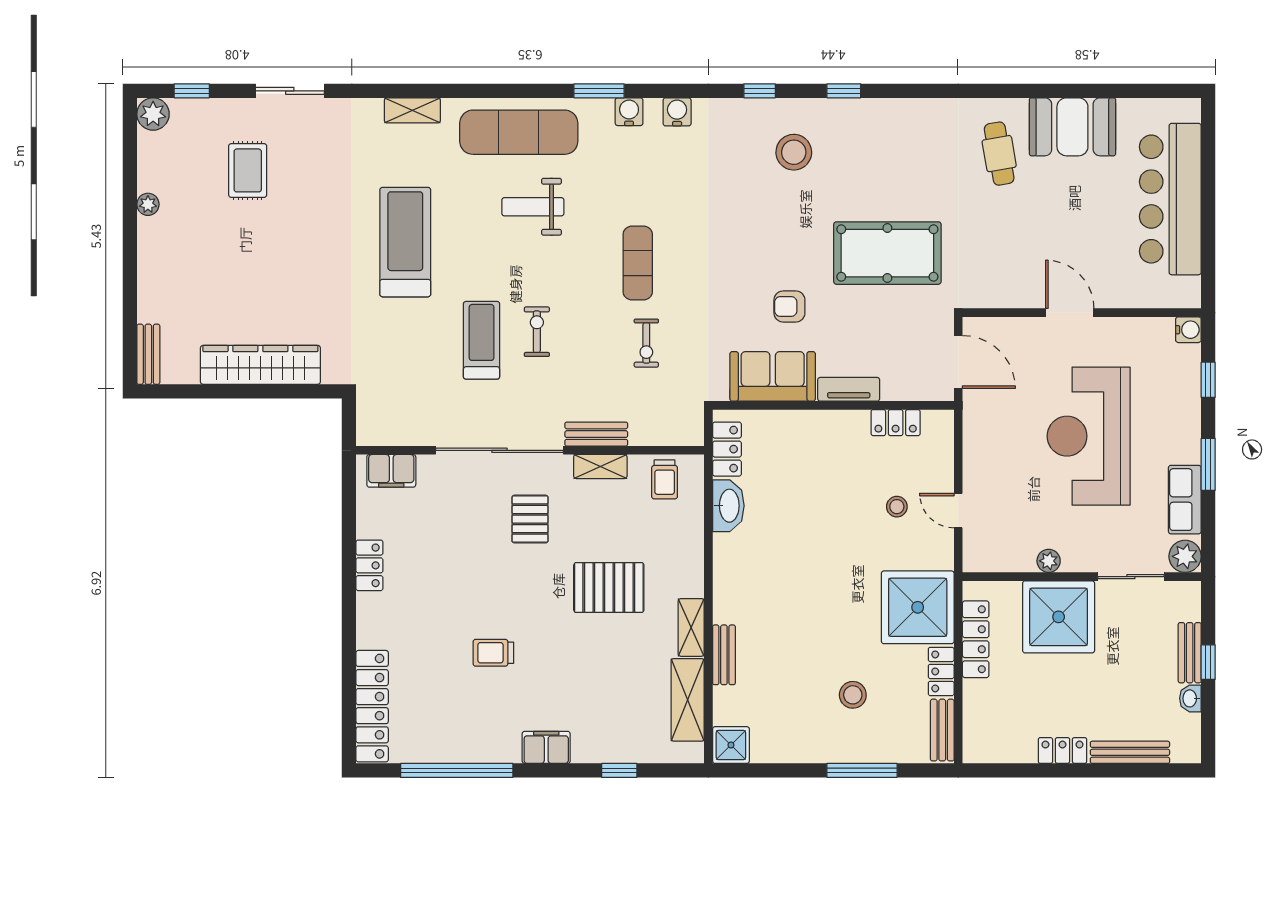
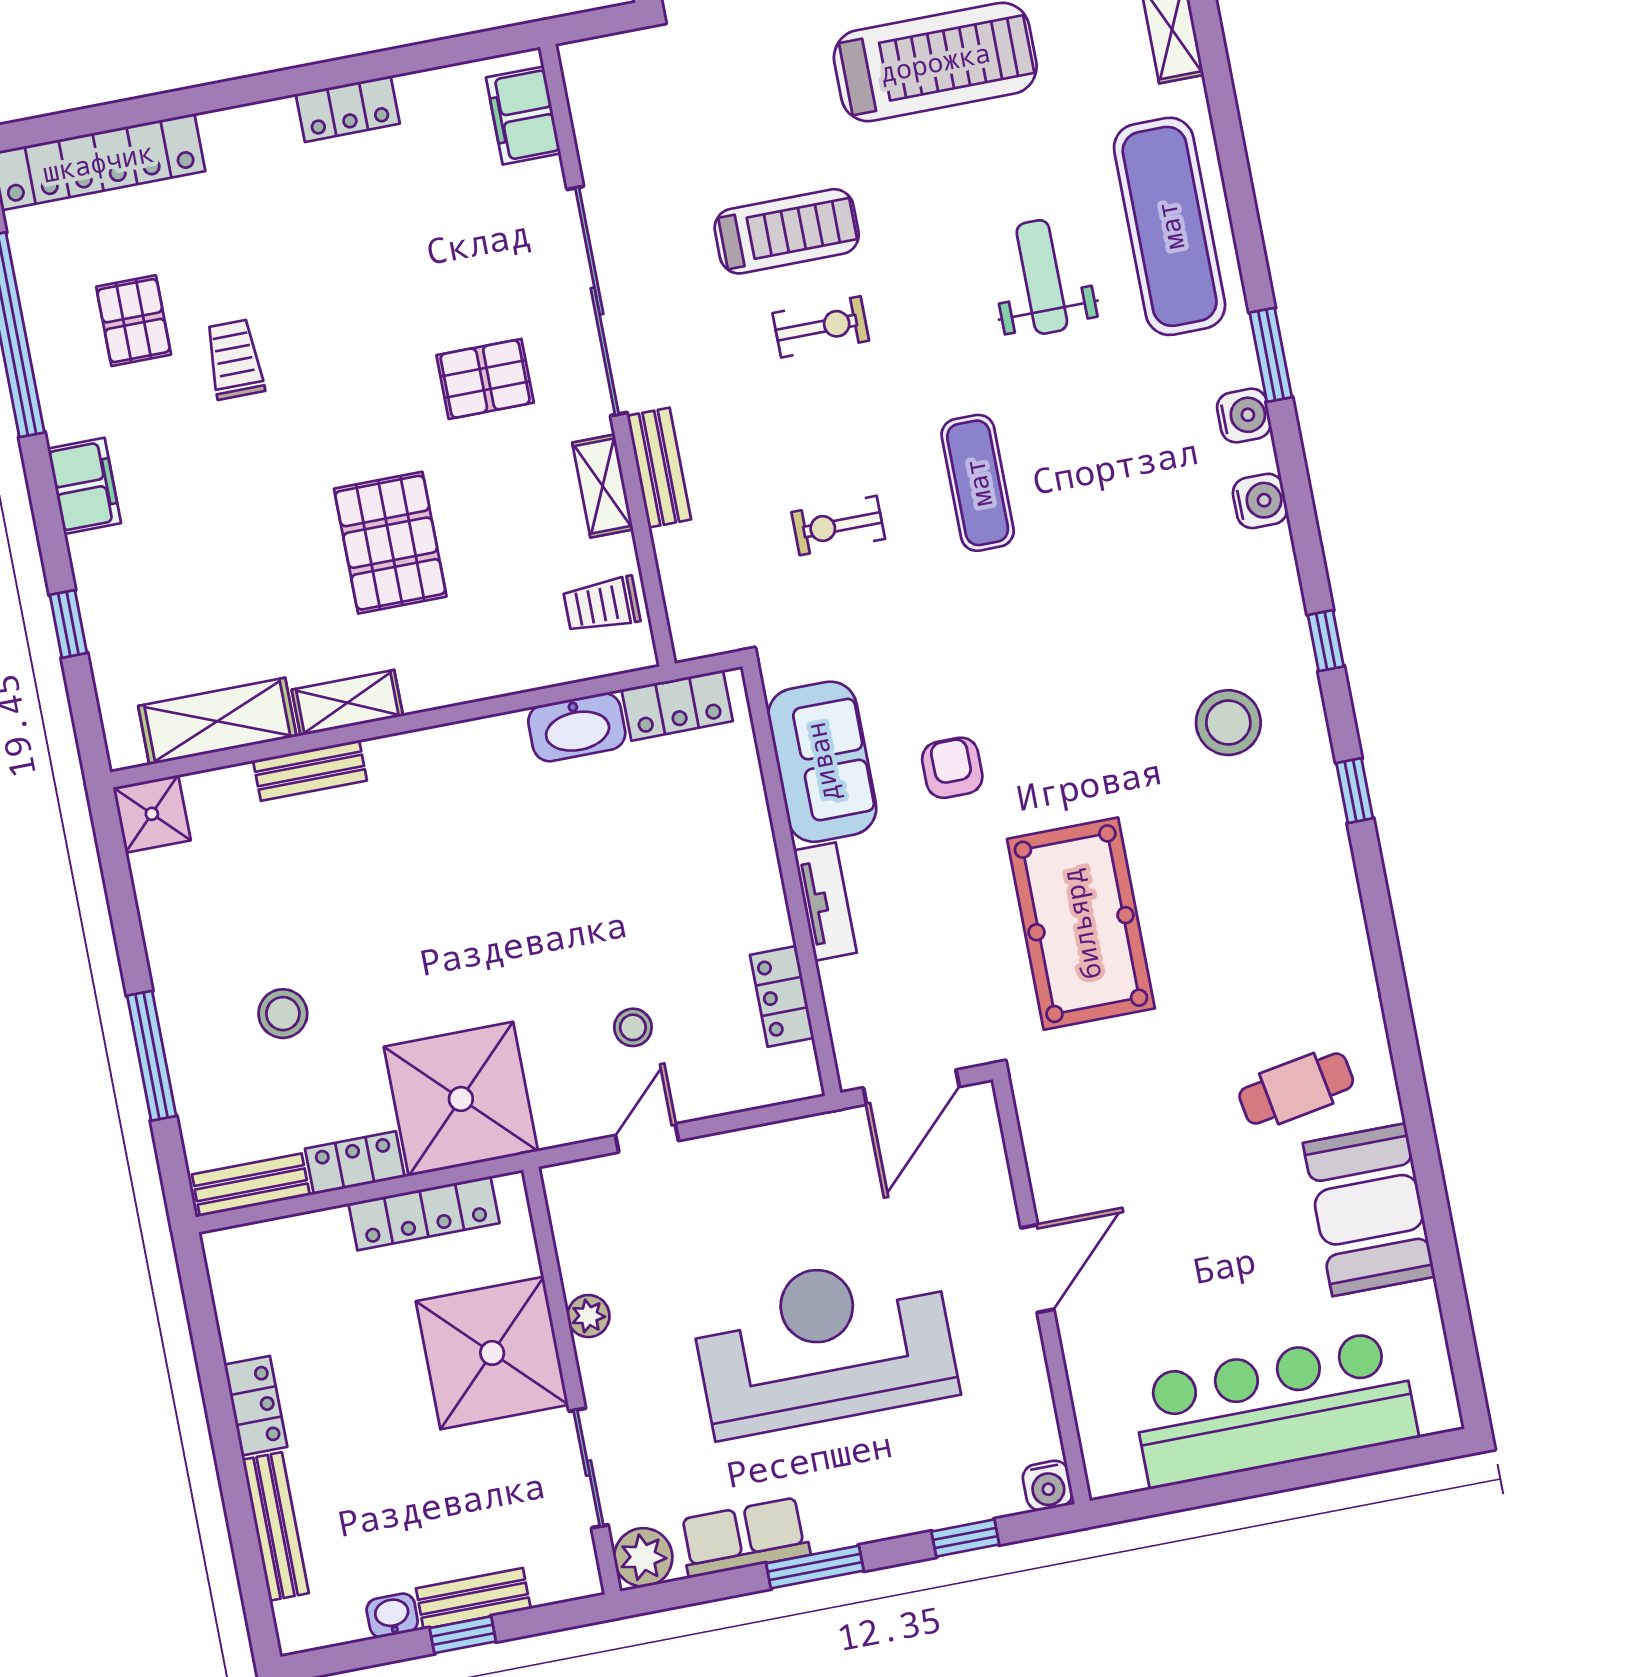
exercise mat: (638, 263) -> (978, 483), turned 90
pallet: (462, 703) -> (134, 321), added

